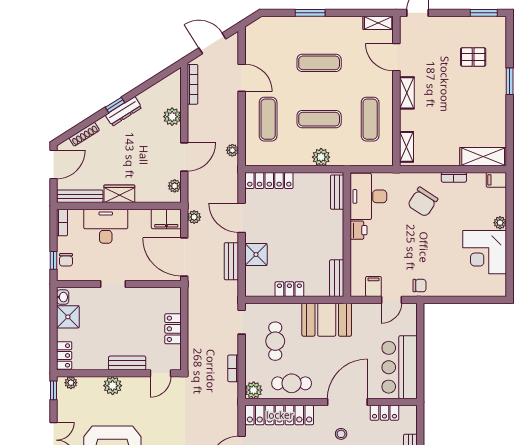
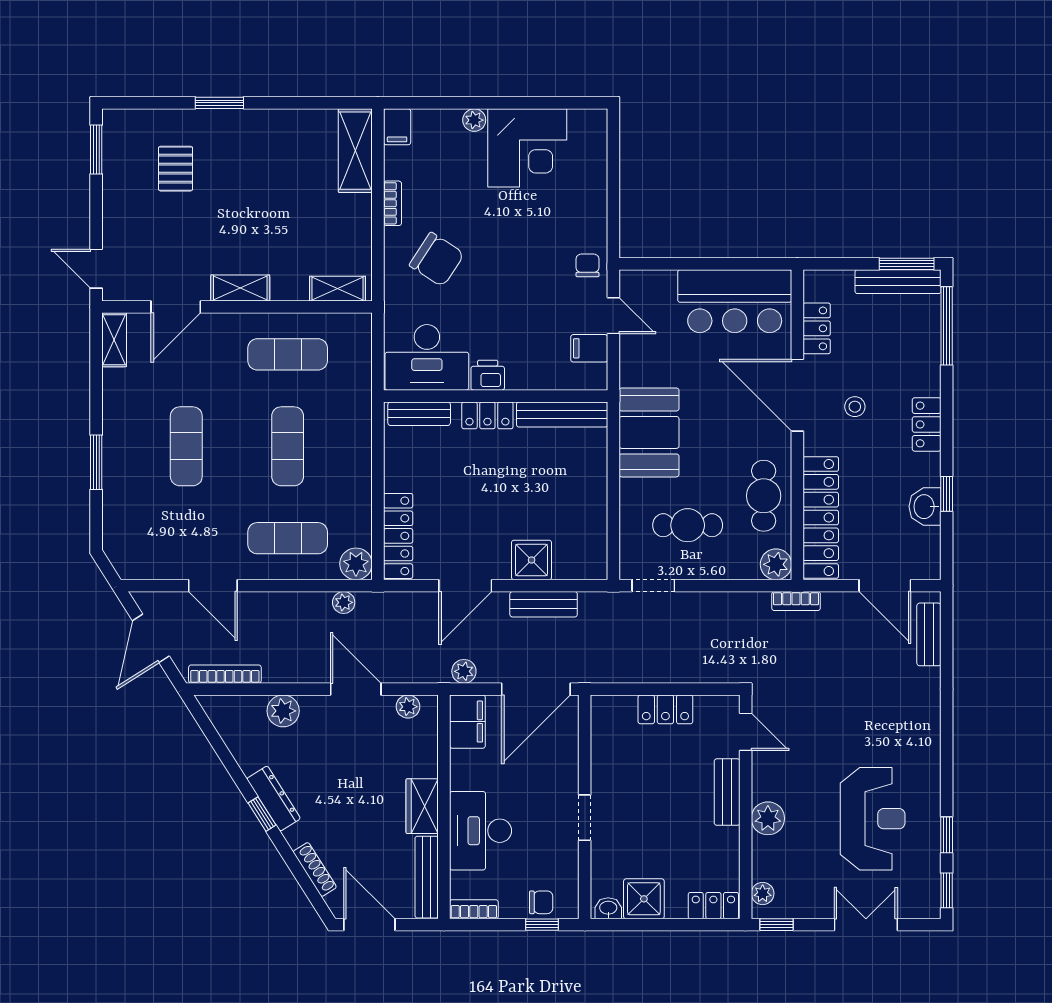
door: (242, 78) -> (213, 586), swing flipped
plant: (321, 157) -> (356, 564), moved
bench: (337, 278) -> (562, 415), width x1.36
locker: (289, 289) -> (487, 415), moved, turned -90
bookcase: (233, 368) -> (796, 601), moved

